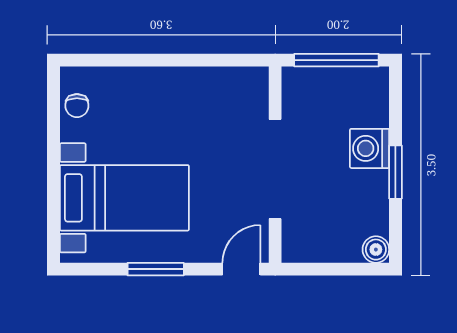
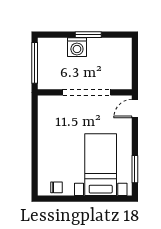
boiler: (376, 250) -> (125, 44), removed
window: (156, 269) -> (135, 169), moved
door: (241, 269) -> (135, 109), hinge flipped

